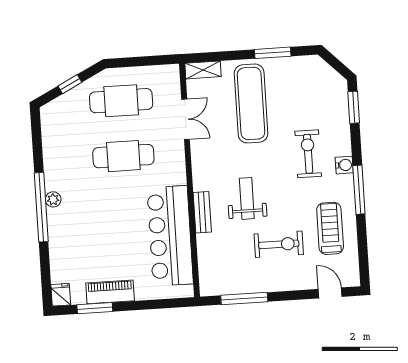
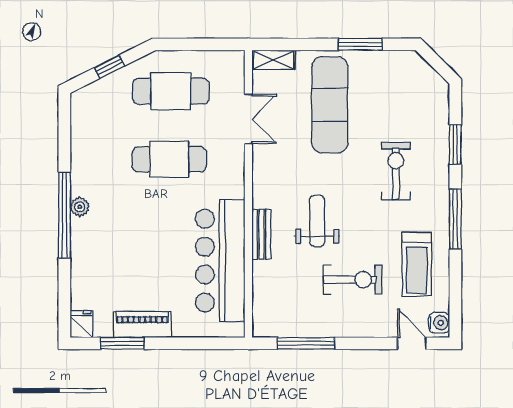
window: (354, 107) -> (455, 145), moved
water cooler: (344, 165) -> (439, 323), moved
treadmill: (330, 228) -> (417, 264), turned 180

